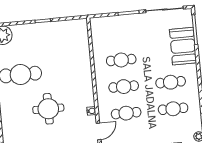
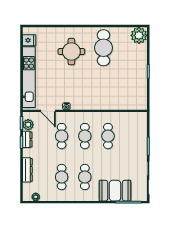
round table: (48, 109) -> (71, 52), moved

